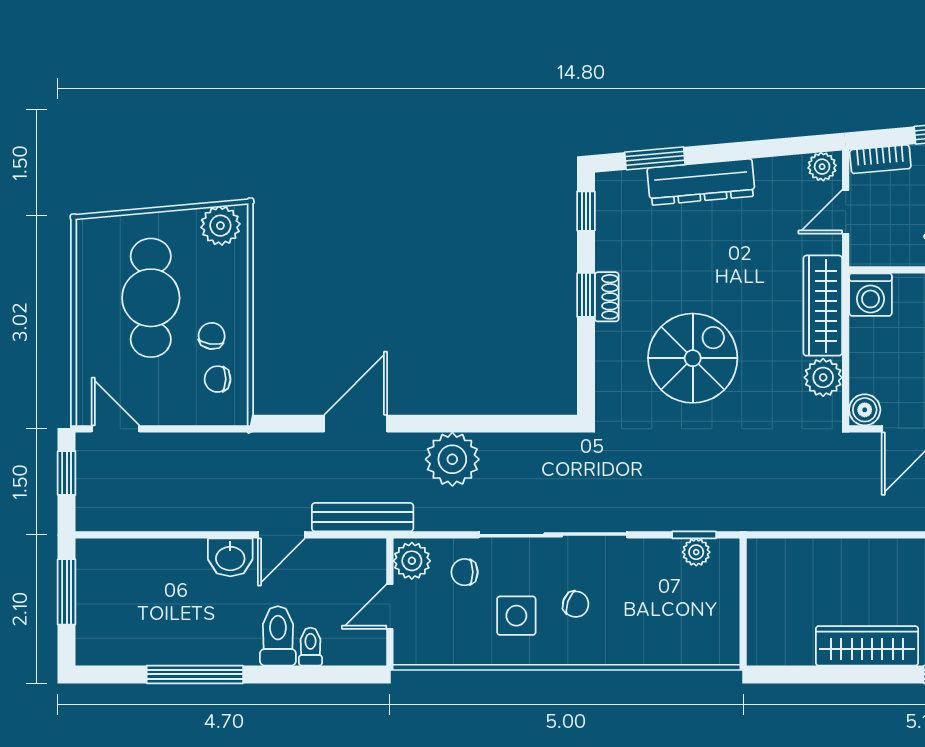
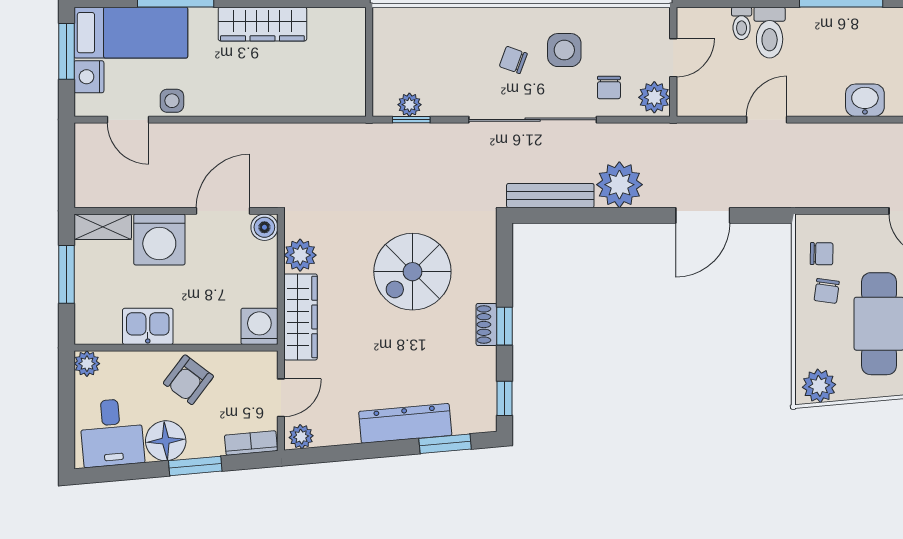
bench: (363, 517) -> (550, 196), moved
washbasin: (230, 557) -> (865, 100), moved
chair: (465, 572) -> (609, 88), turned 90

